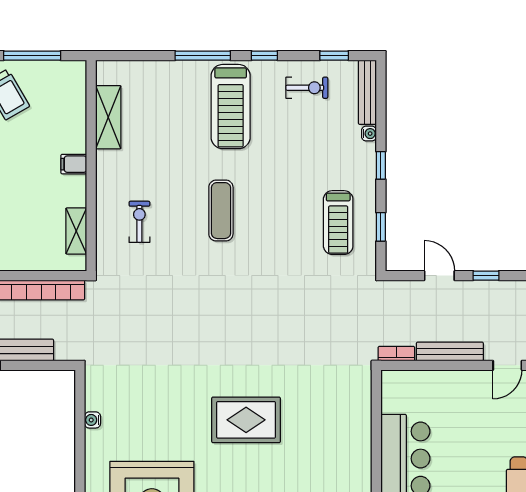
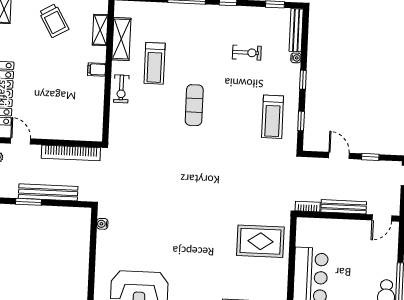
exercise bike: (307, 88) -> (247, 53), moved
treadmill: (231, 107) -> (155, 63), moved, width x0.73, depth x0.73
exercise bike: (139, 222) -> (121, 89), moved, turned 180
shelving: (76, 231) -> (100, 30), moved
water cooler: (92, 420) -> (102, 224), moved
rug: (246, 420) -> (260, 241), moved

